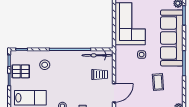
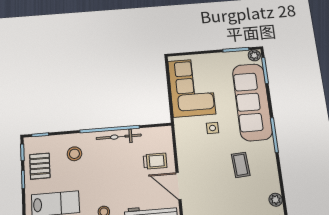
bicycle: (97, 55) -> (119, 137), moved
pallet: (21, 71) -> (40, 166), turned 90
door: (114, 93) -> (179, 186), swing flipped

